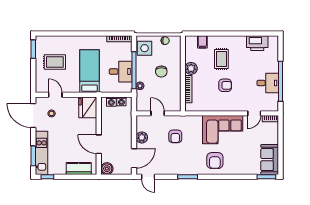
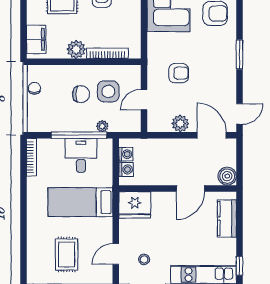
filing cabinet: (202, 42) -> (36, 39), width x2.00
side table: (145, 48) -> (108, 91), moved

